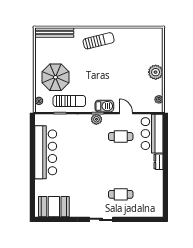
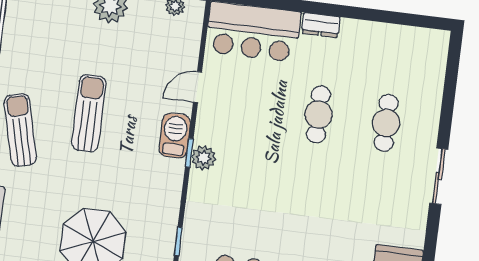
sun lounger: (69, 101) -> (89, 113), moved
cafe table: (121, 137) -> (318, 114), moved

